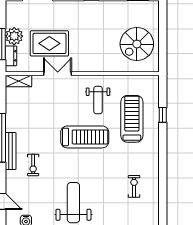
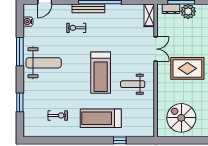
rug: (49, 43) -> (187, 68), moved, turned 90
treadmill: (132, 119) -> (101, 118), moved, turned 180

